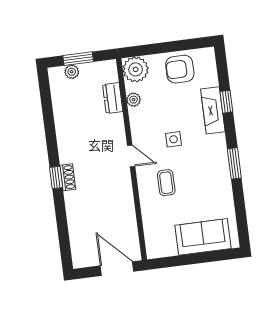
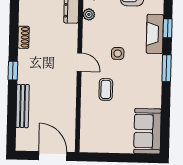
window: (234, 163) -> (167, 68), moved
shoe rack: (68, 177) -> (24, 37), moved
bench: (73, 216) -> (22, 106), added
sofa: (203, 237) -> (147, 131), moved, turned -90

